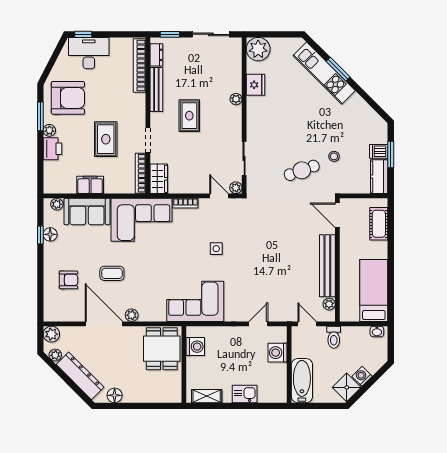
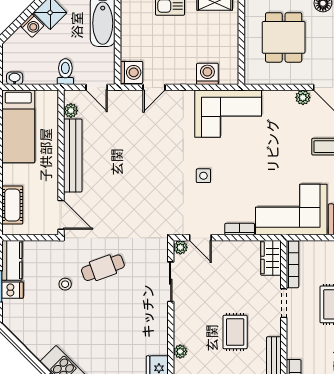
washing machine: (195, 347) -> (207, 74), moved, turned 90
dining table: (162, 349) -> (284, 37), moved
washing machine: (277, 353) -> (131, 72), moved

